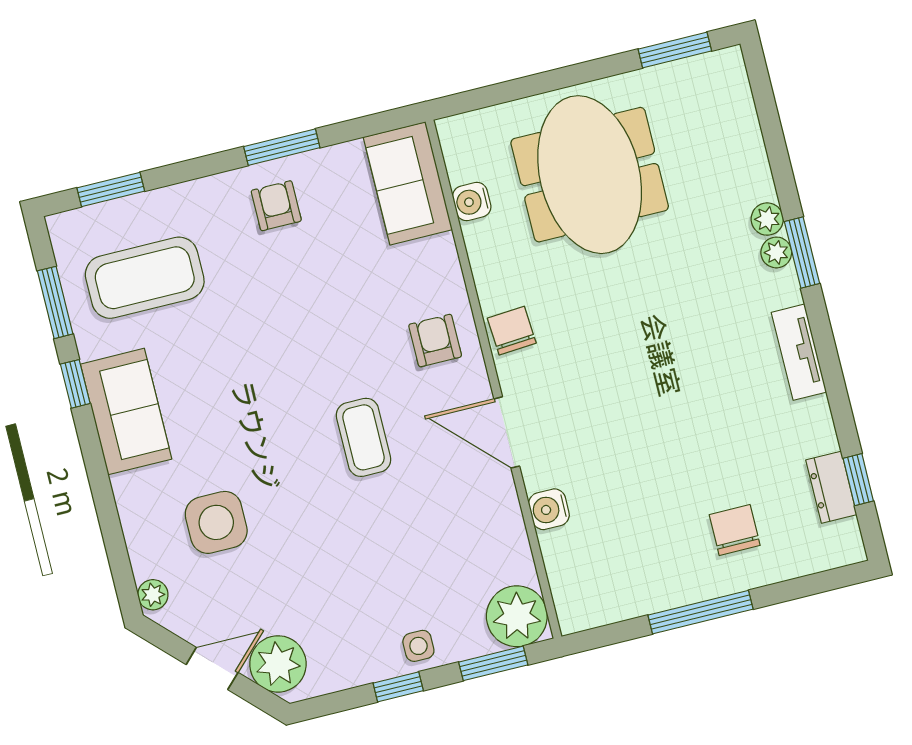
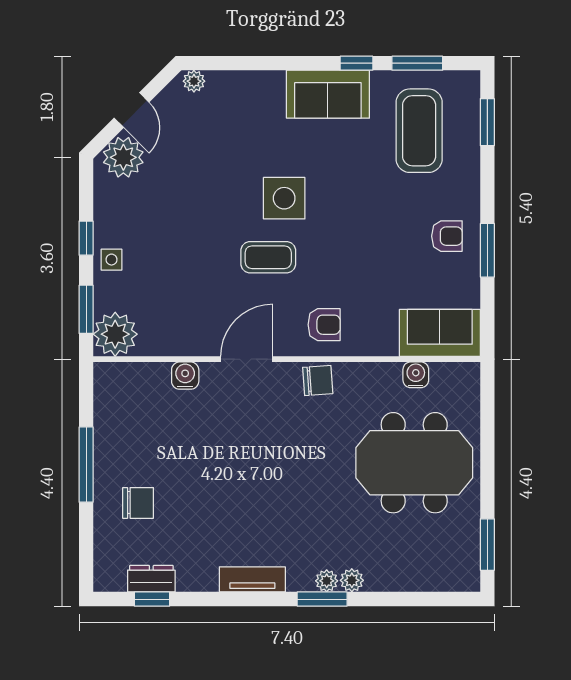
side table: (216, 522) -> (284, 198), moved

